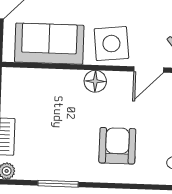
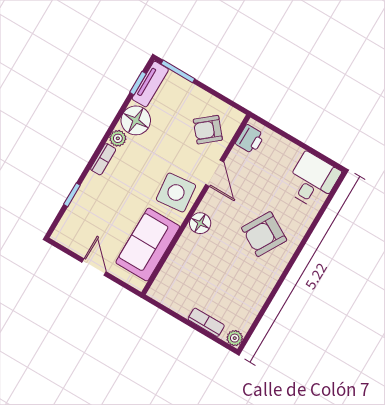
armchair: (117, 146) -> (264, 234), turned -60
window: (58, 184) -> (269, 301), removed

